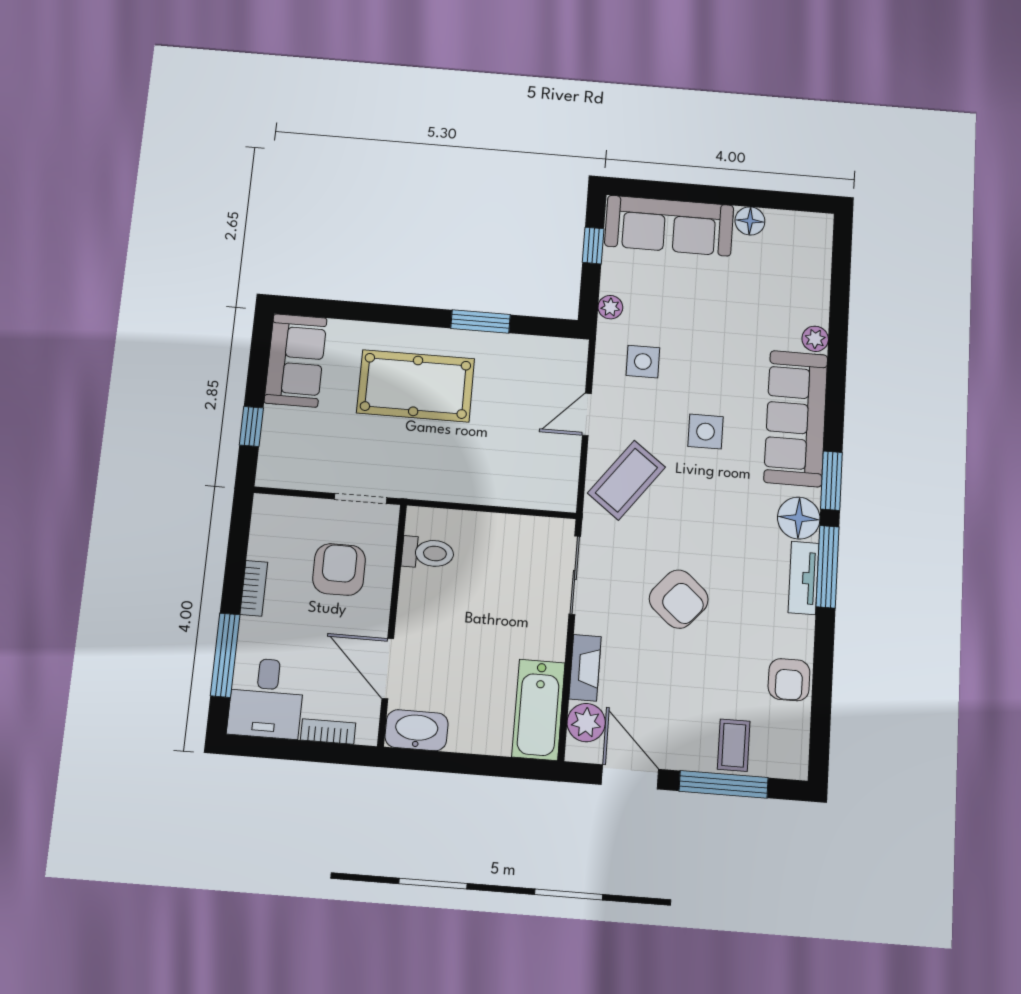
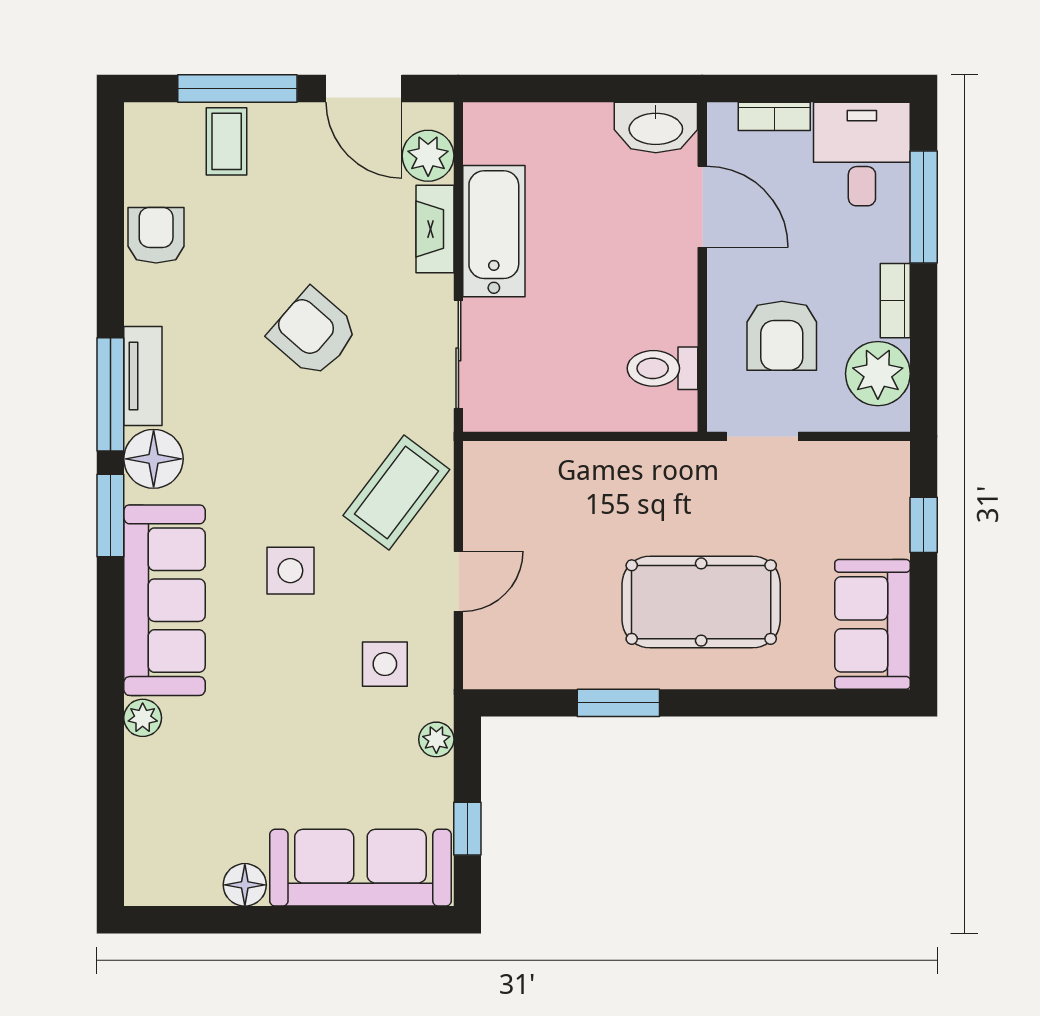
plant: (272, 536) -> (878, 374), added
bathtub: (538, 710) -> (494, 231), moved

